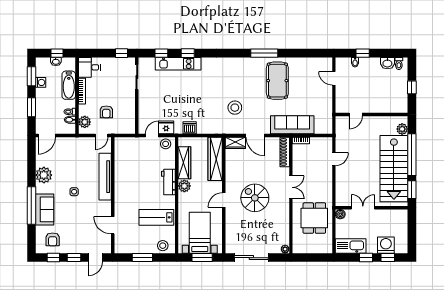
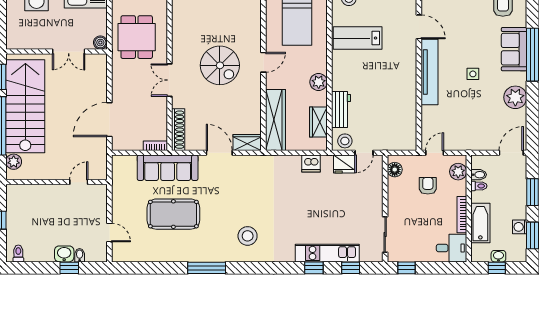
washbasin: (387, 63) -> (64, 254), moved
pool table: (277, 81) -> (173, 214), moved, turned 90
stool: (235, 108) -> (248, 236), moved
floor lamp: (130, 123) -> (395, 170), added
door: (334, 159) -> (109, 120), width x1.87
wardrobe: (184, 163) -> (318, 122), width x0.67
tv unit: (105, 177) -> (430, 72), moved
workbench: (168, 182) -> (341, 110), moved
lab bench: (156, 217) -> (358, 38), turned 180

